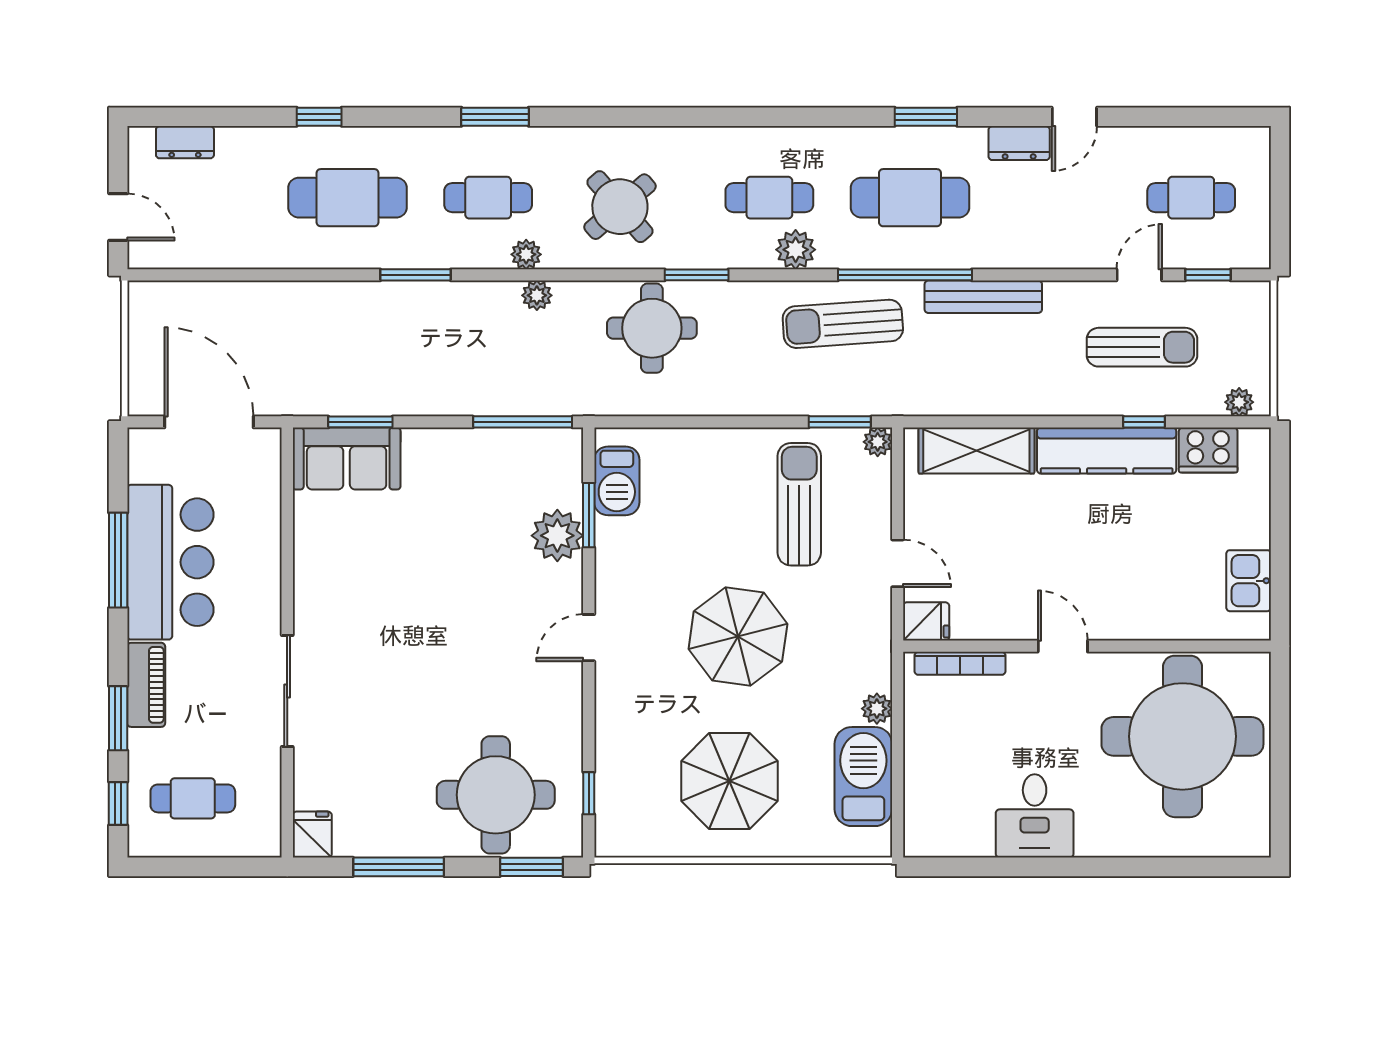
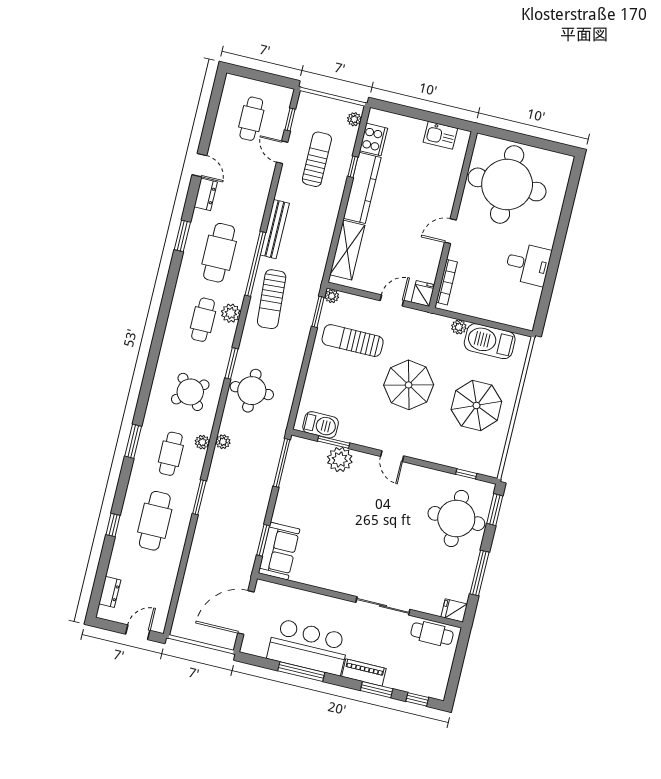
cafe table: (193, 798) -> (432, 634), moved, turned 90

